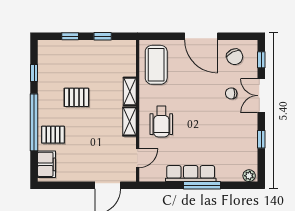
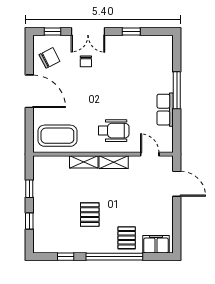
door: (201, 36) -> (29, 91), hinge flipped
row of seats: (191, 174) -> (165, 110), width x0.68
plant: (249, 176) -> (167, 44), removed

